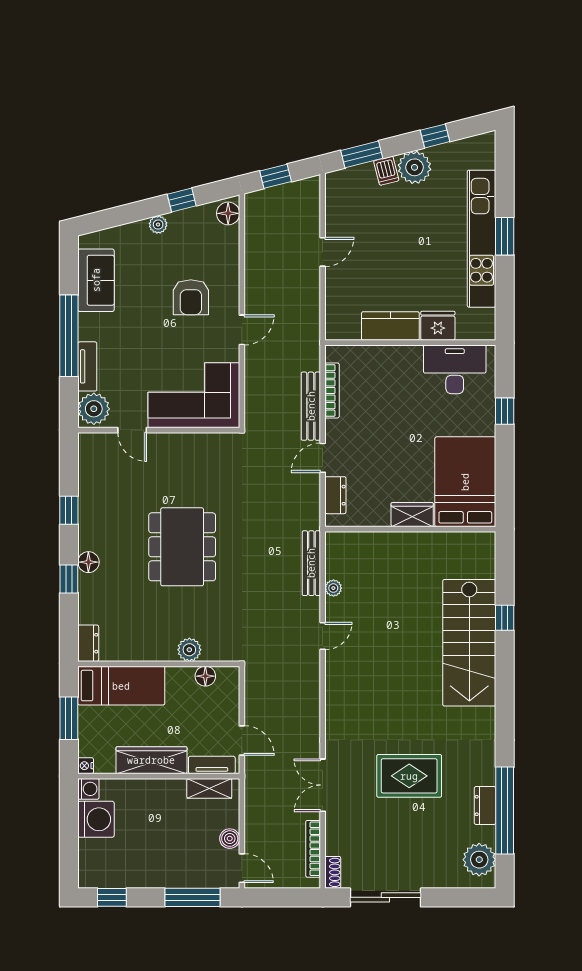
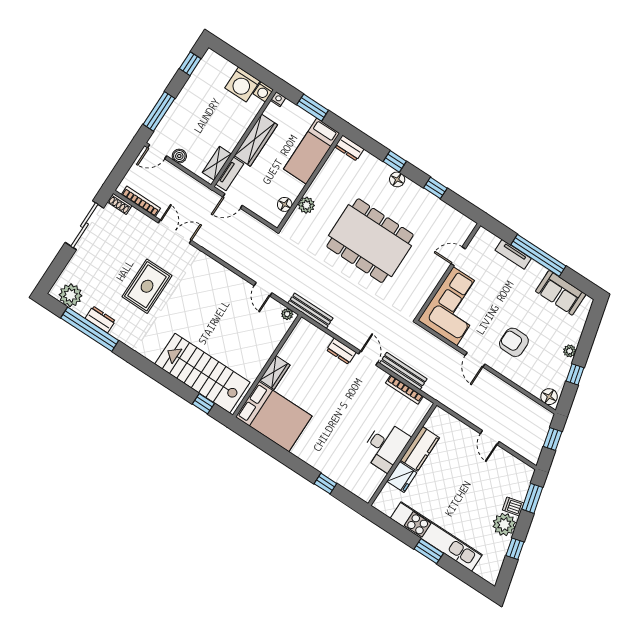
desk: (455, 369) -> (385, 446), moved
plant: (94, 409) -> (486, 242), removed
bed: (465, 482) -> (274, 417), moved
wardrobe: (412, 515) -> (275, 372), moved
wall: (410, 529) -> (267, 366), moved
dining table: (182, 547) -> (370, 241), width x1.36, depth x1.24

